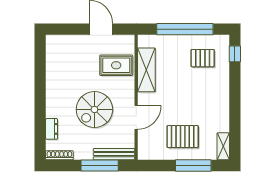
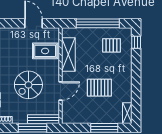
pallet: (183, 137) -> (99, 88), moved

